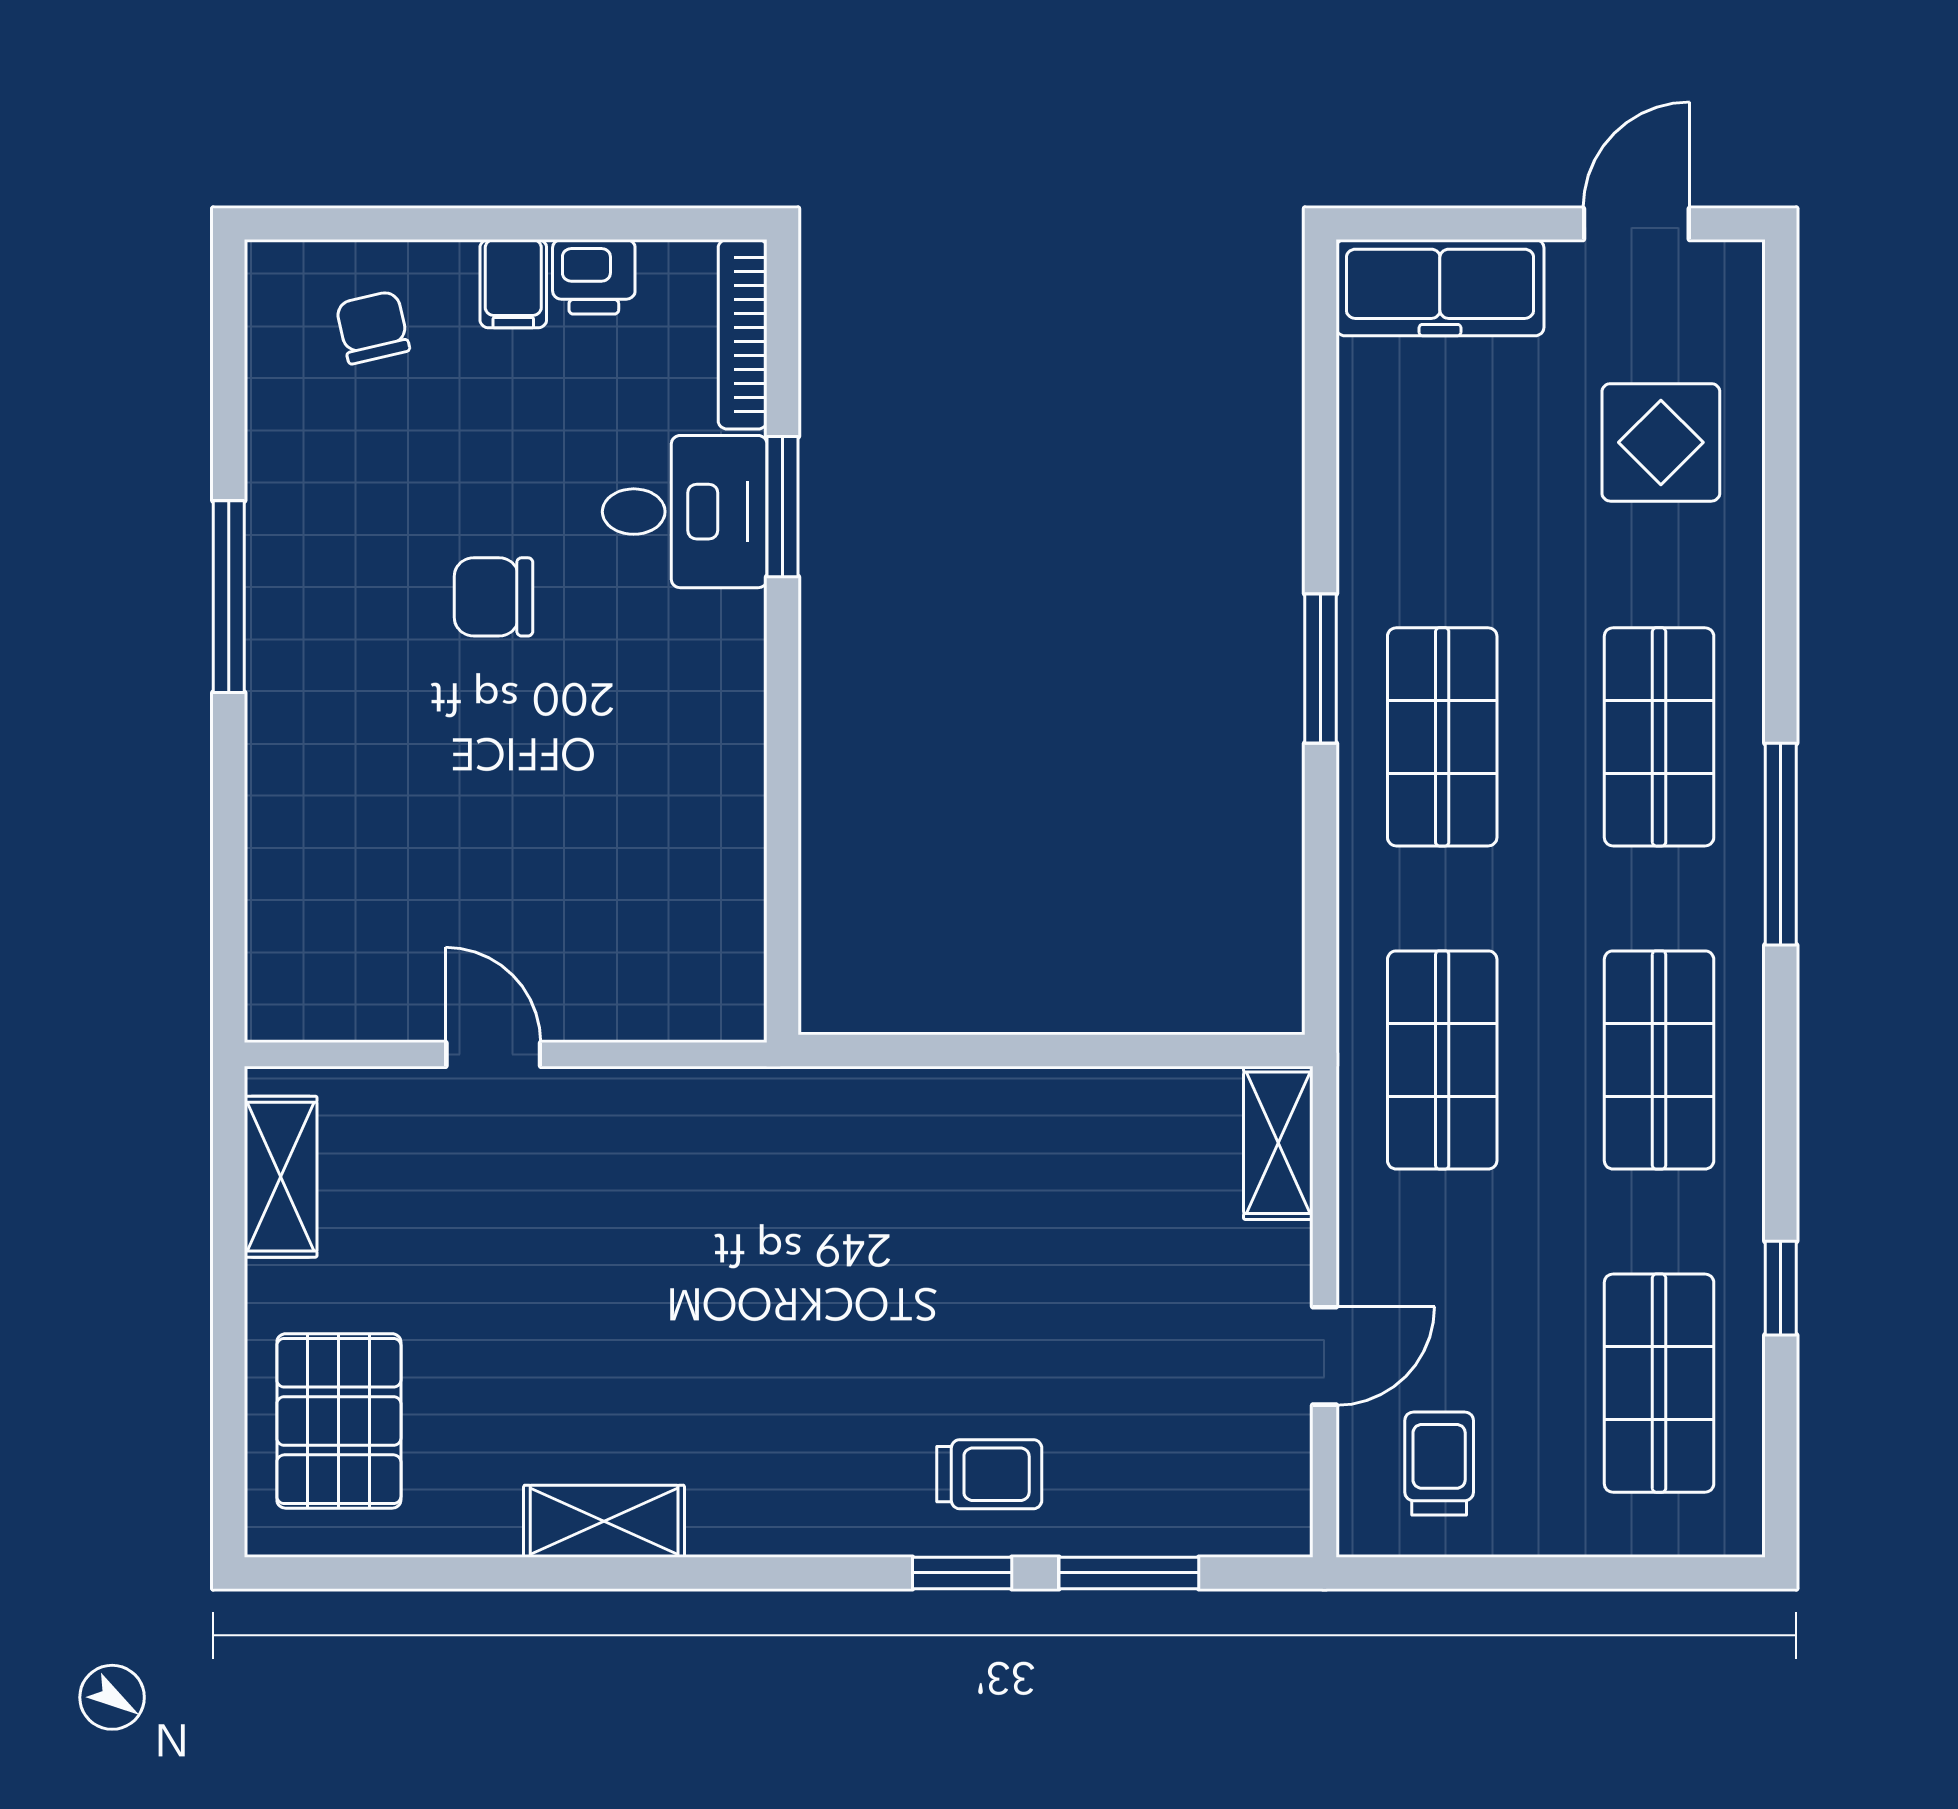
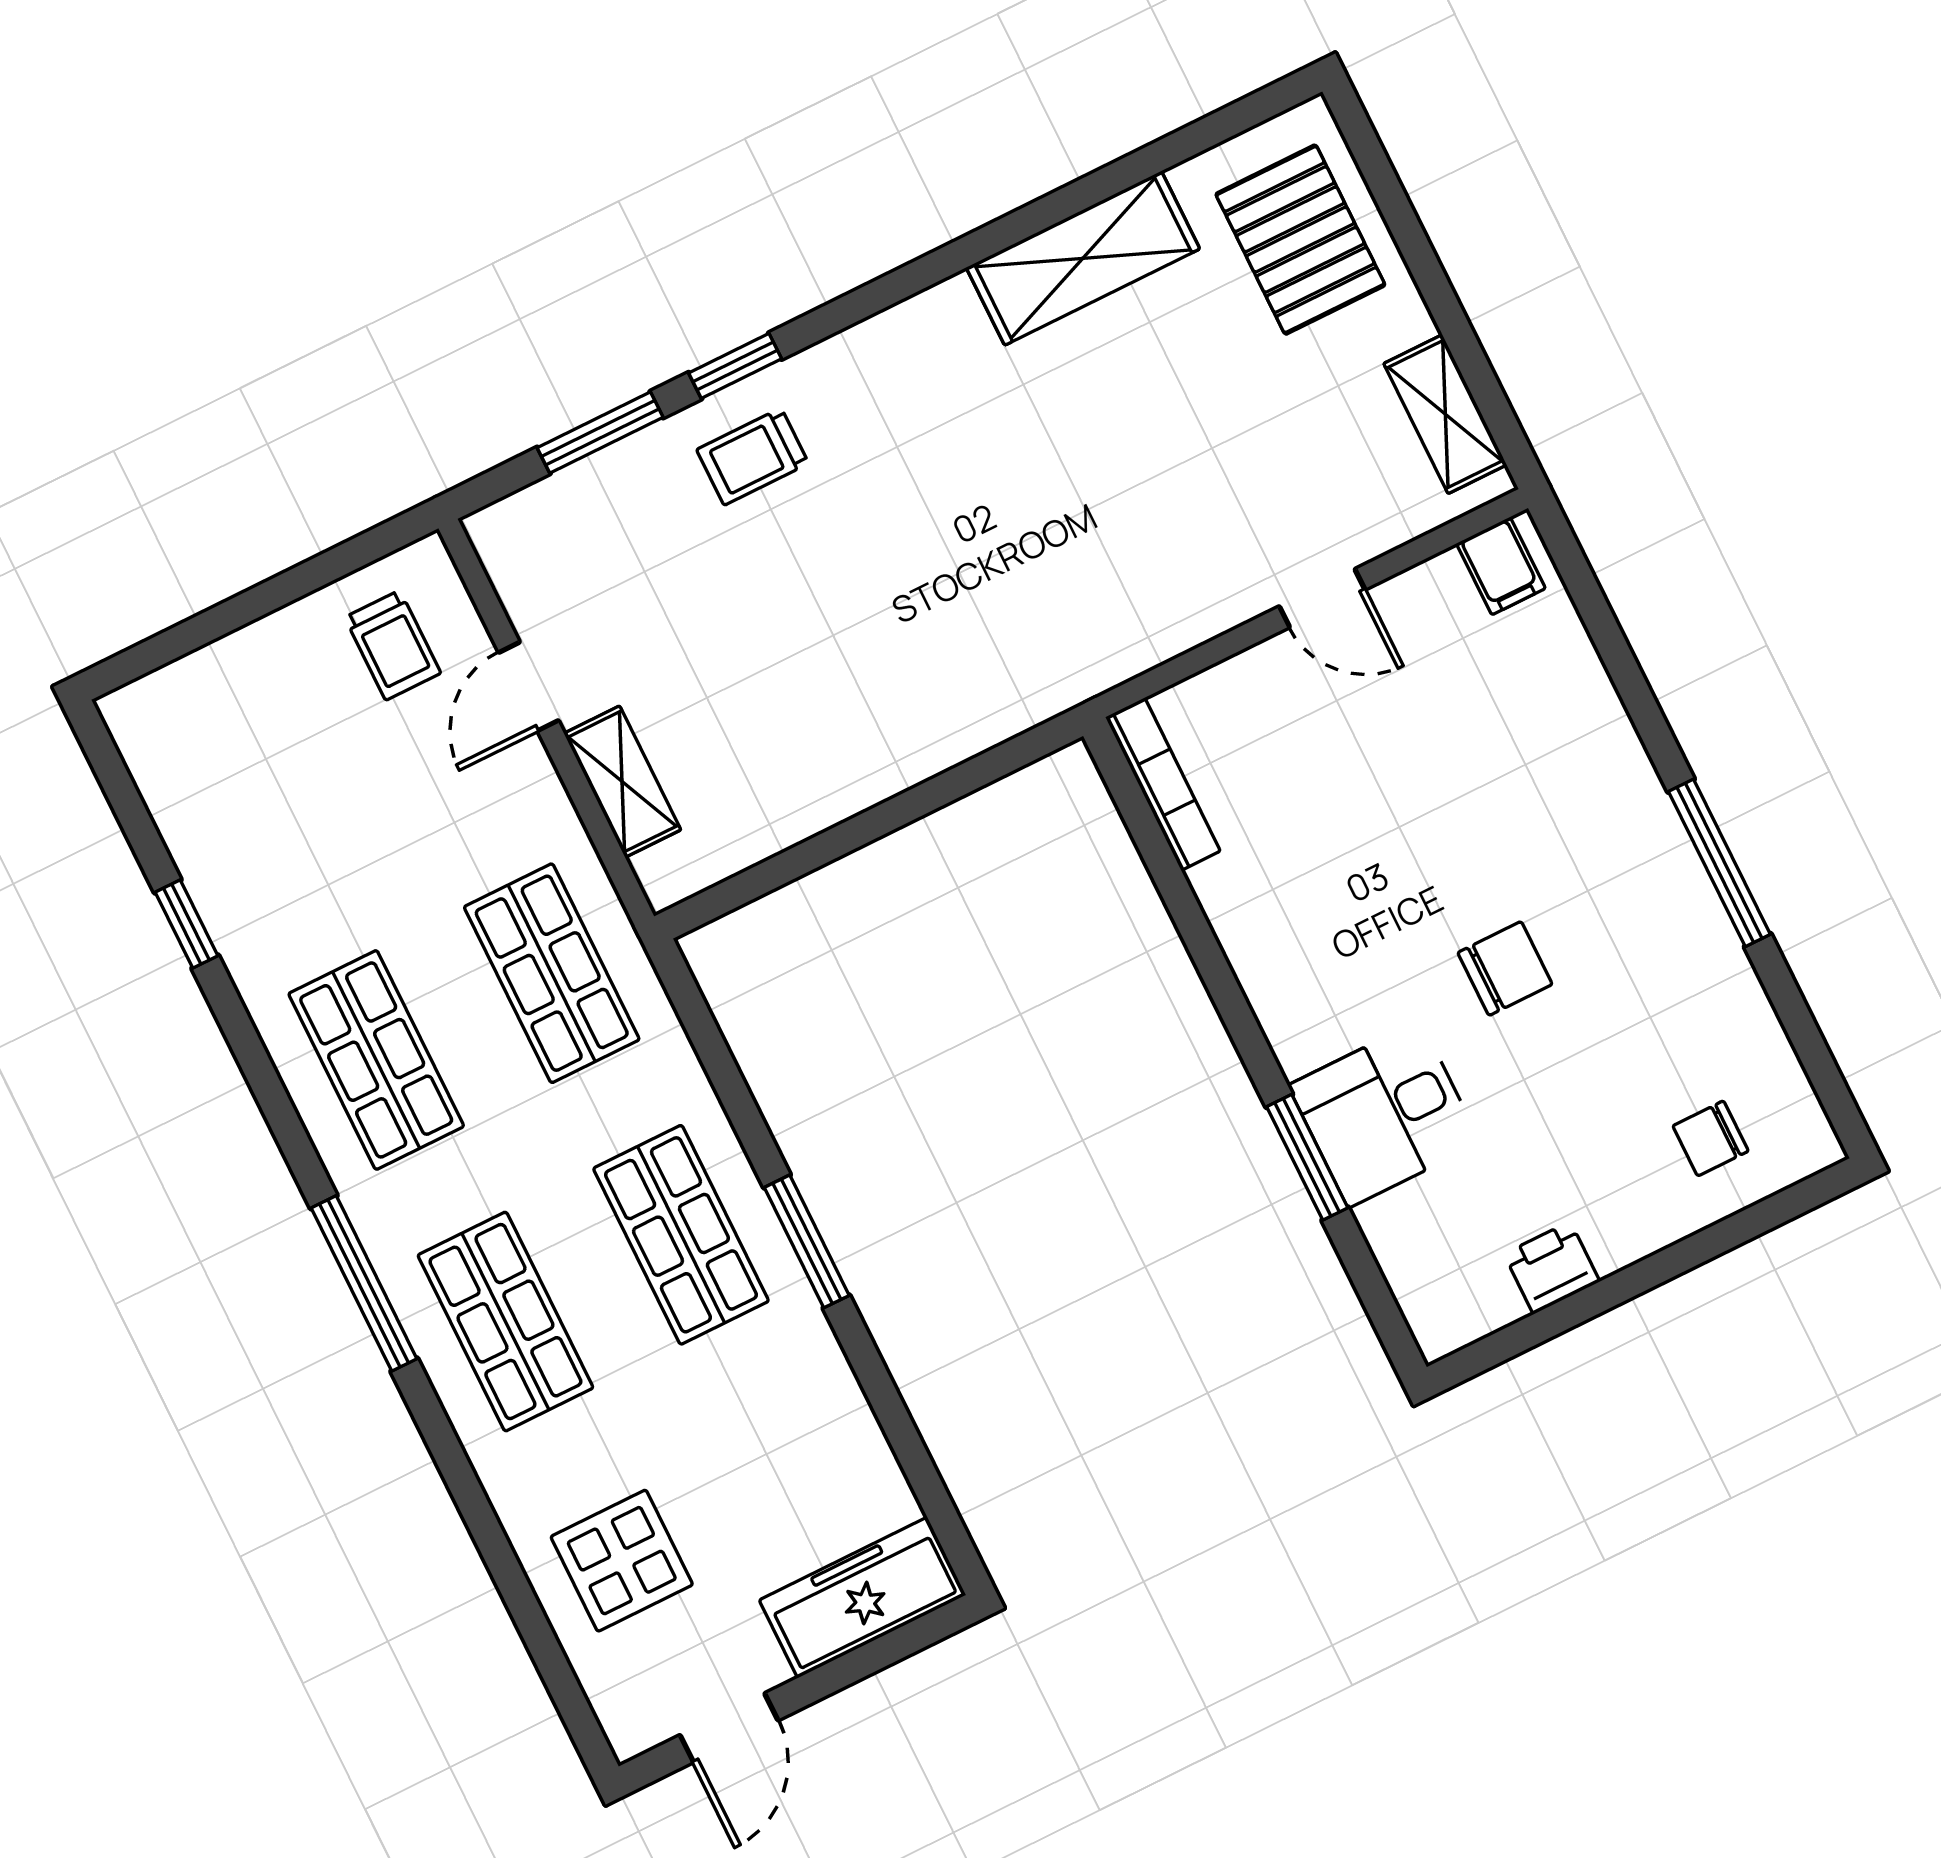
filing cabinet: (513, 284) -> (1501, 566), moved, turned 180
chair: (373, 327) -> (1711, 1138), turned 103
bookcase: (743, 334) -> (1163, 784), moved
shelving: (1278, 1143) -> (622, 782), moved
shop shelf: (1659, 1383) -> (247, 798), removed
shelving: (604, 1521) -> (1083, 258), width x1.50, depth x1.33

